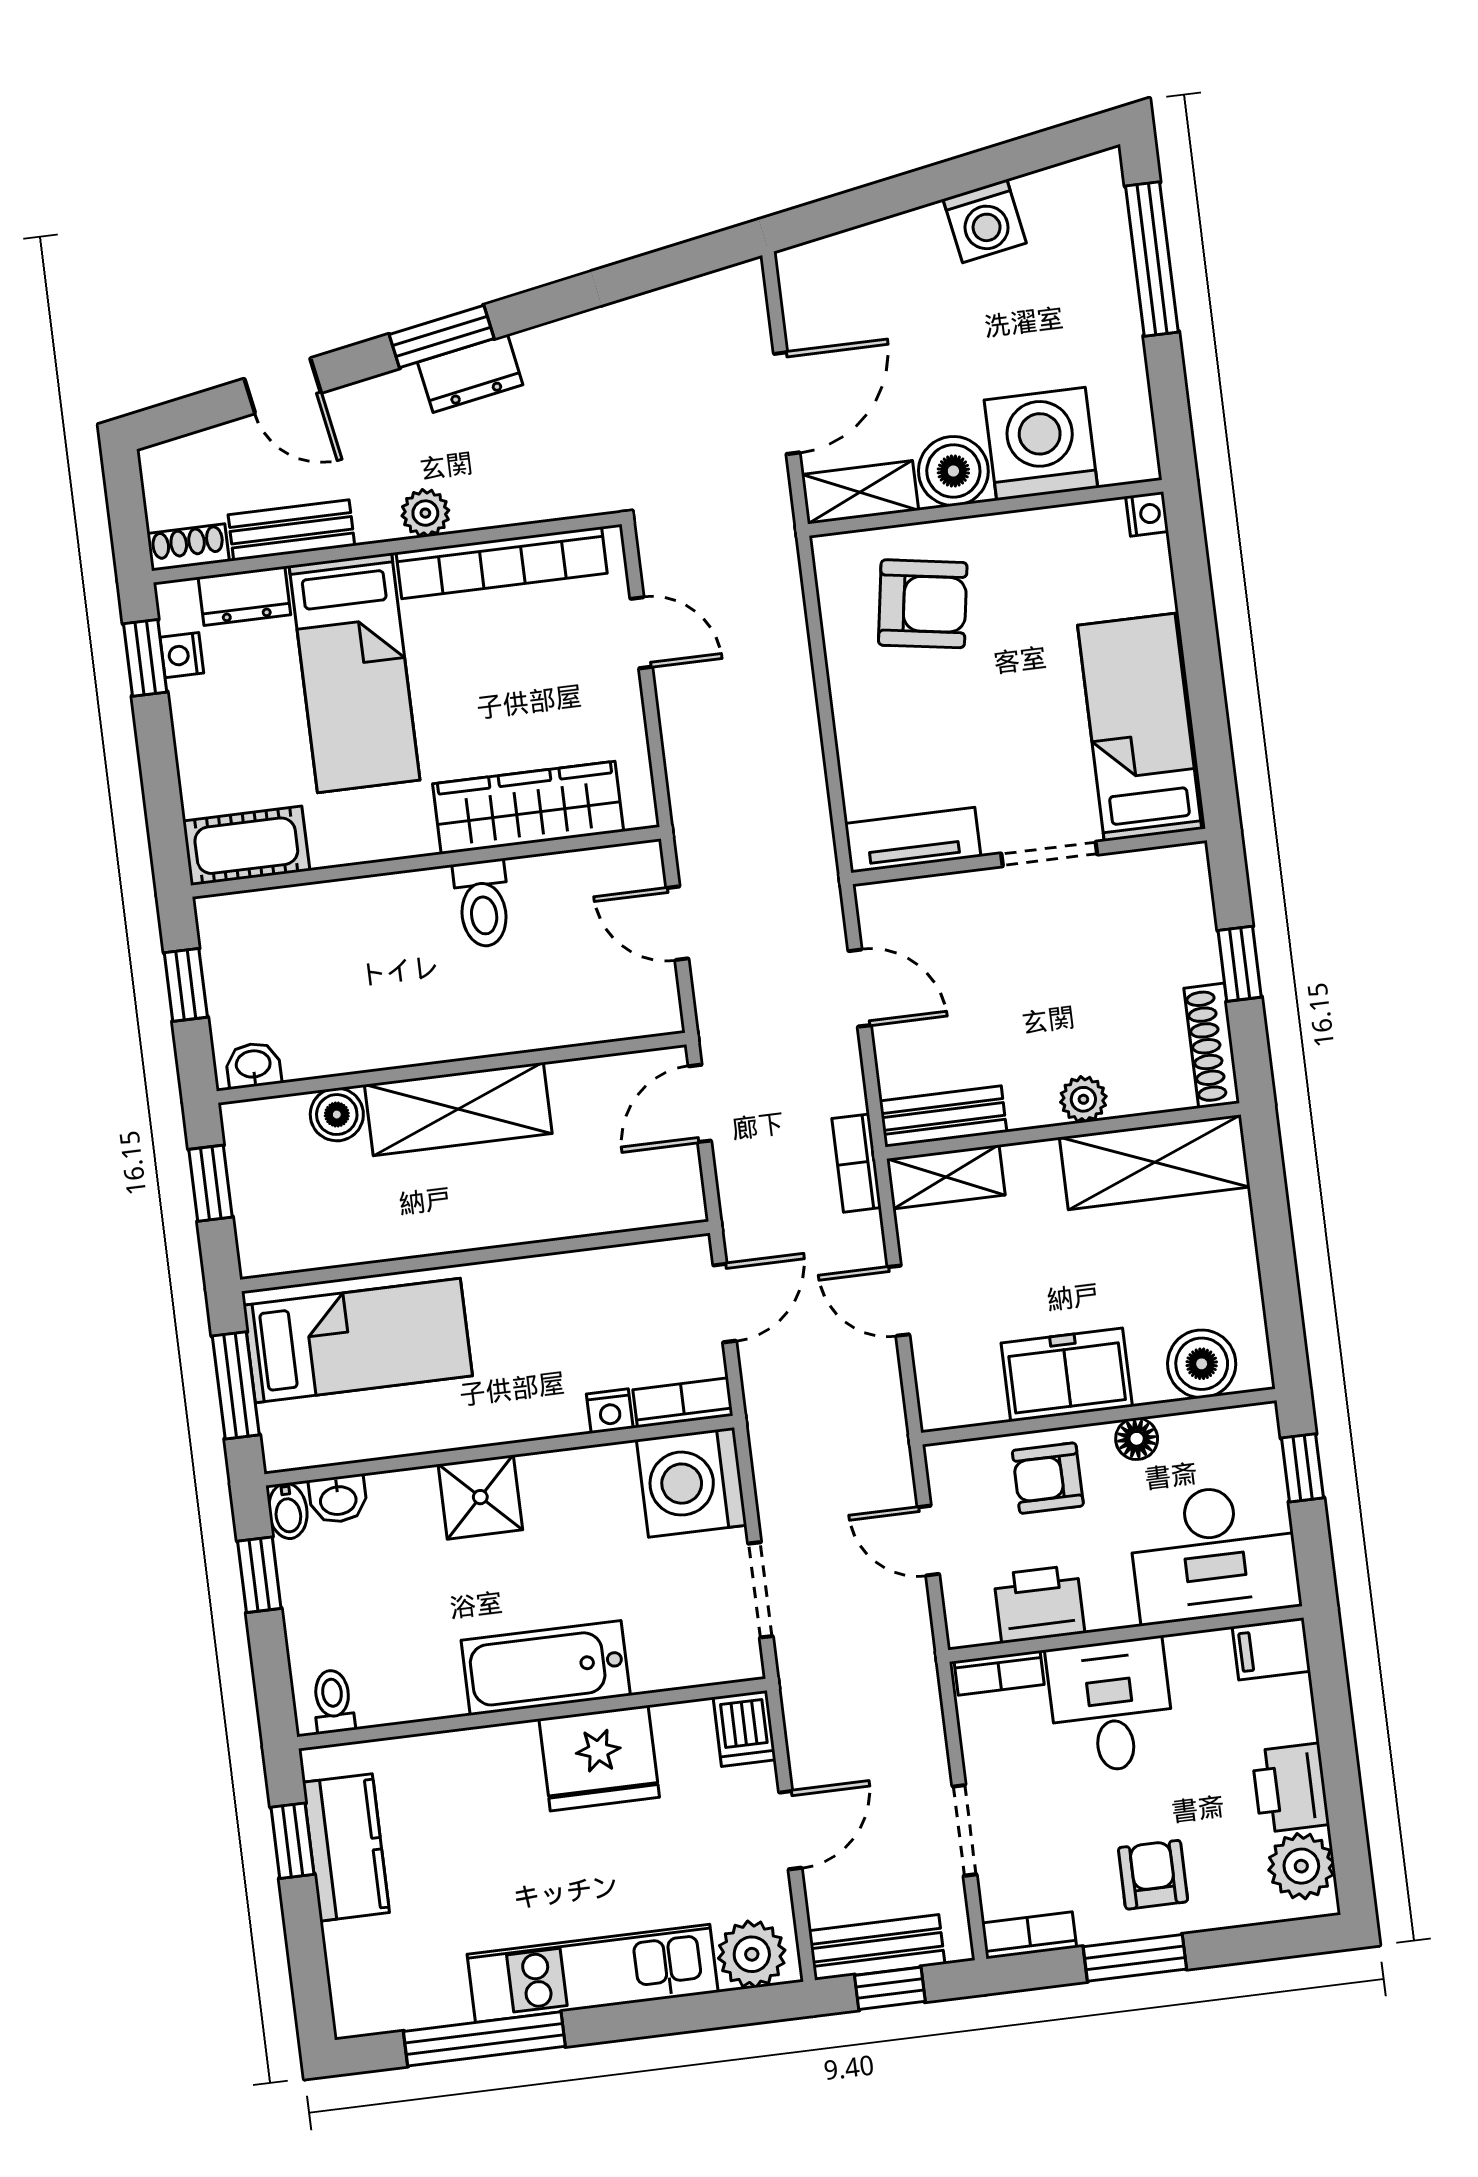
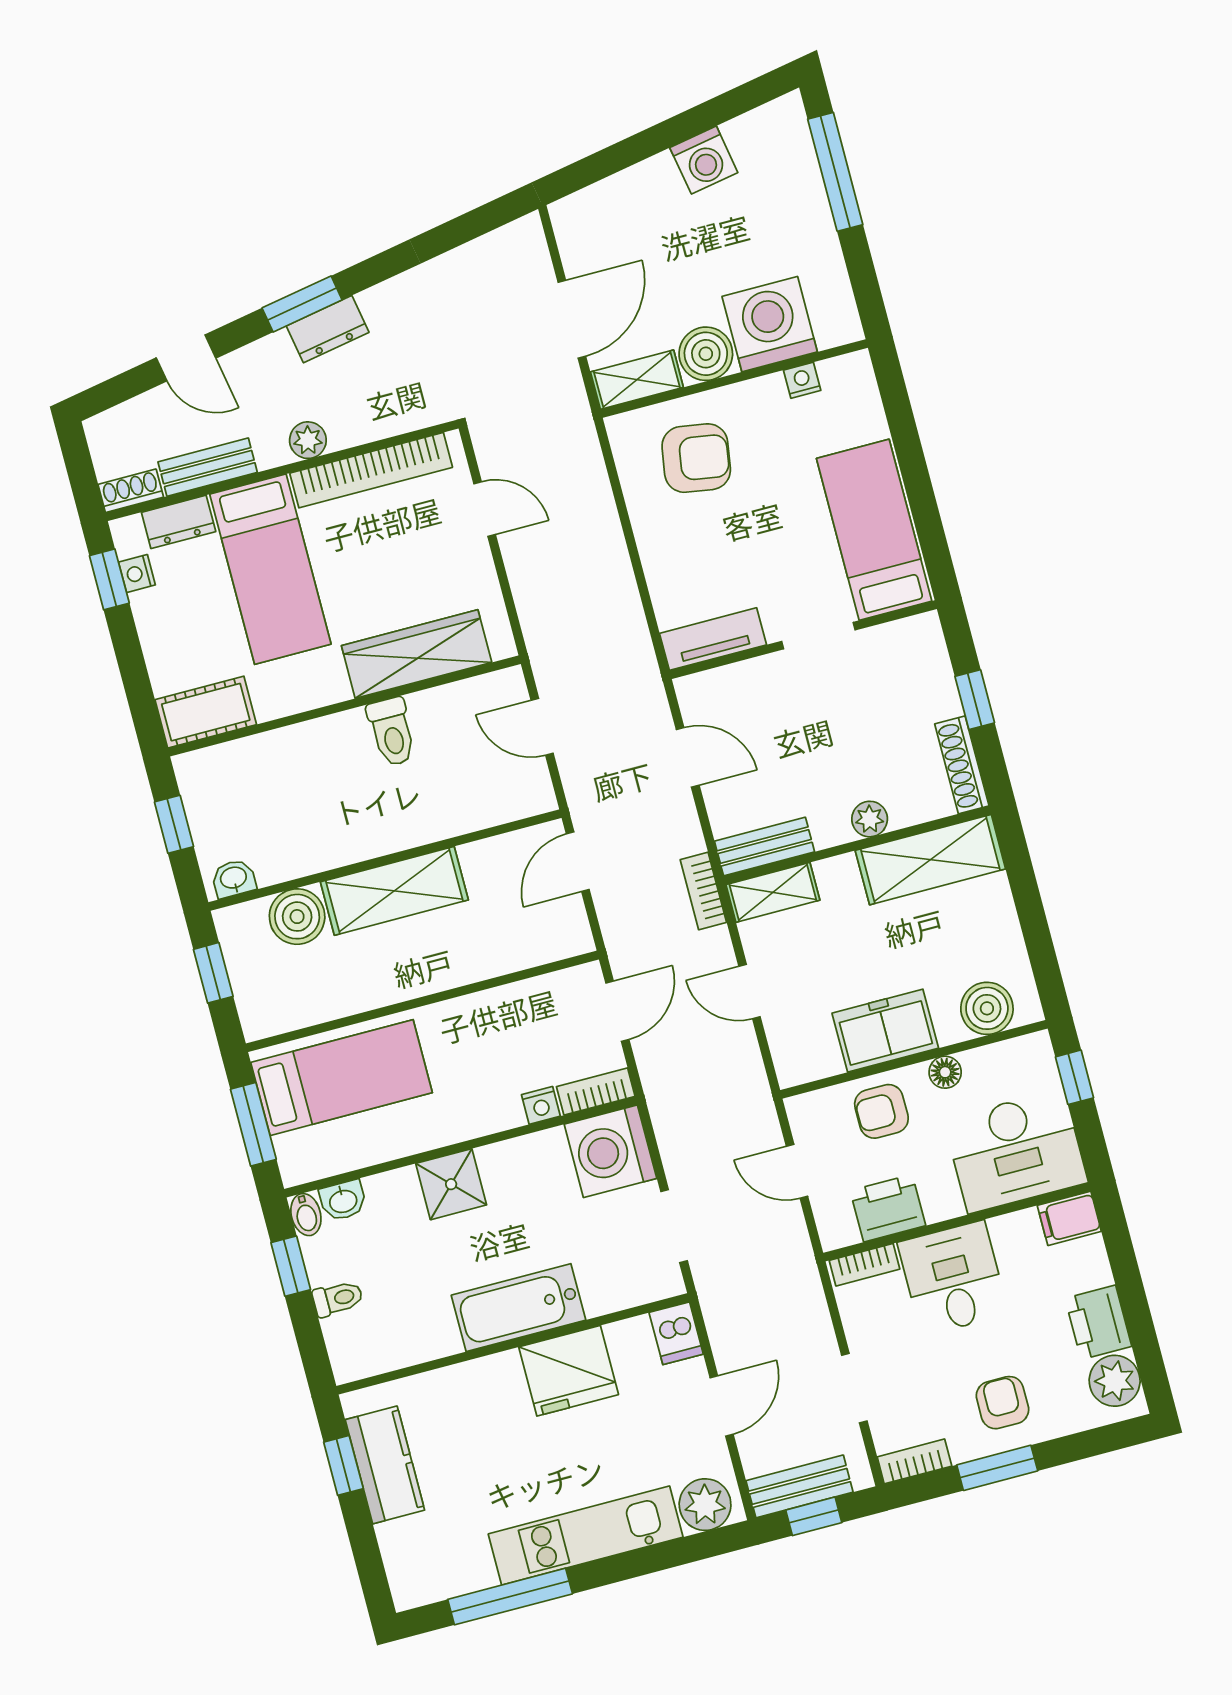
nightstand: (1147, 514) -> (802, 380), moved, turned -90
boiler: (337, 1115) -> (297, 917), width x1.36, depth x1.36
toilet: (333, 1701) -> (338, 1299), moved, turned 90

